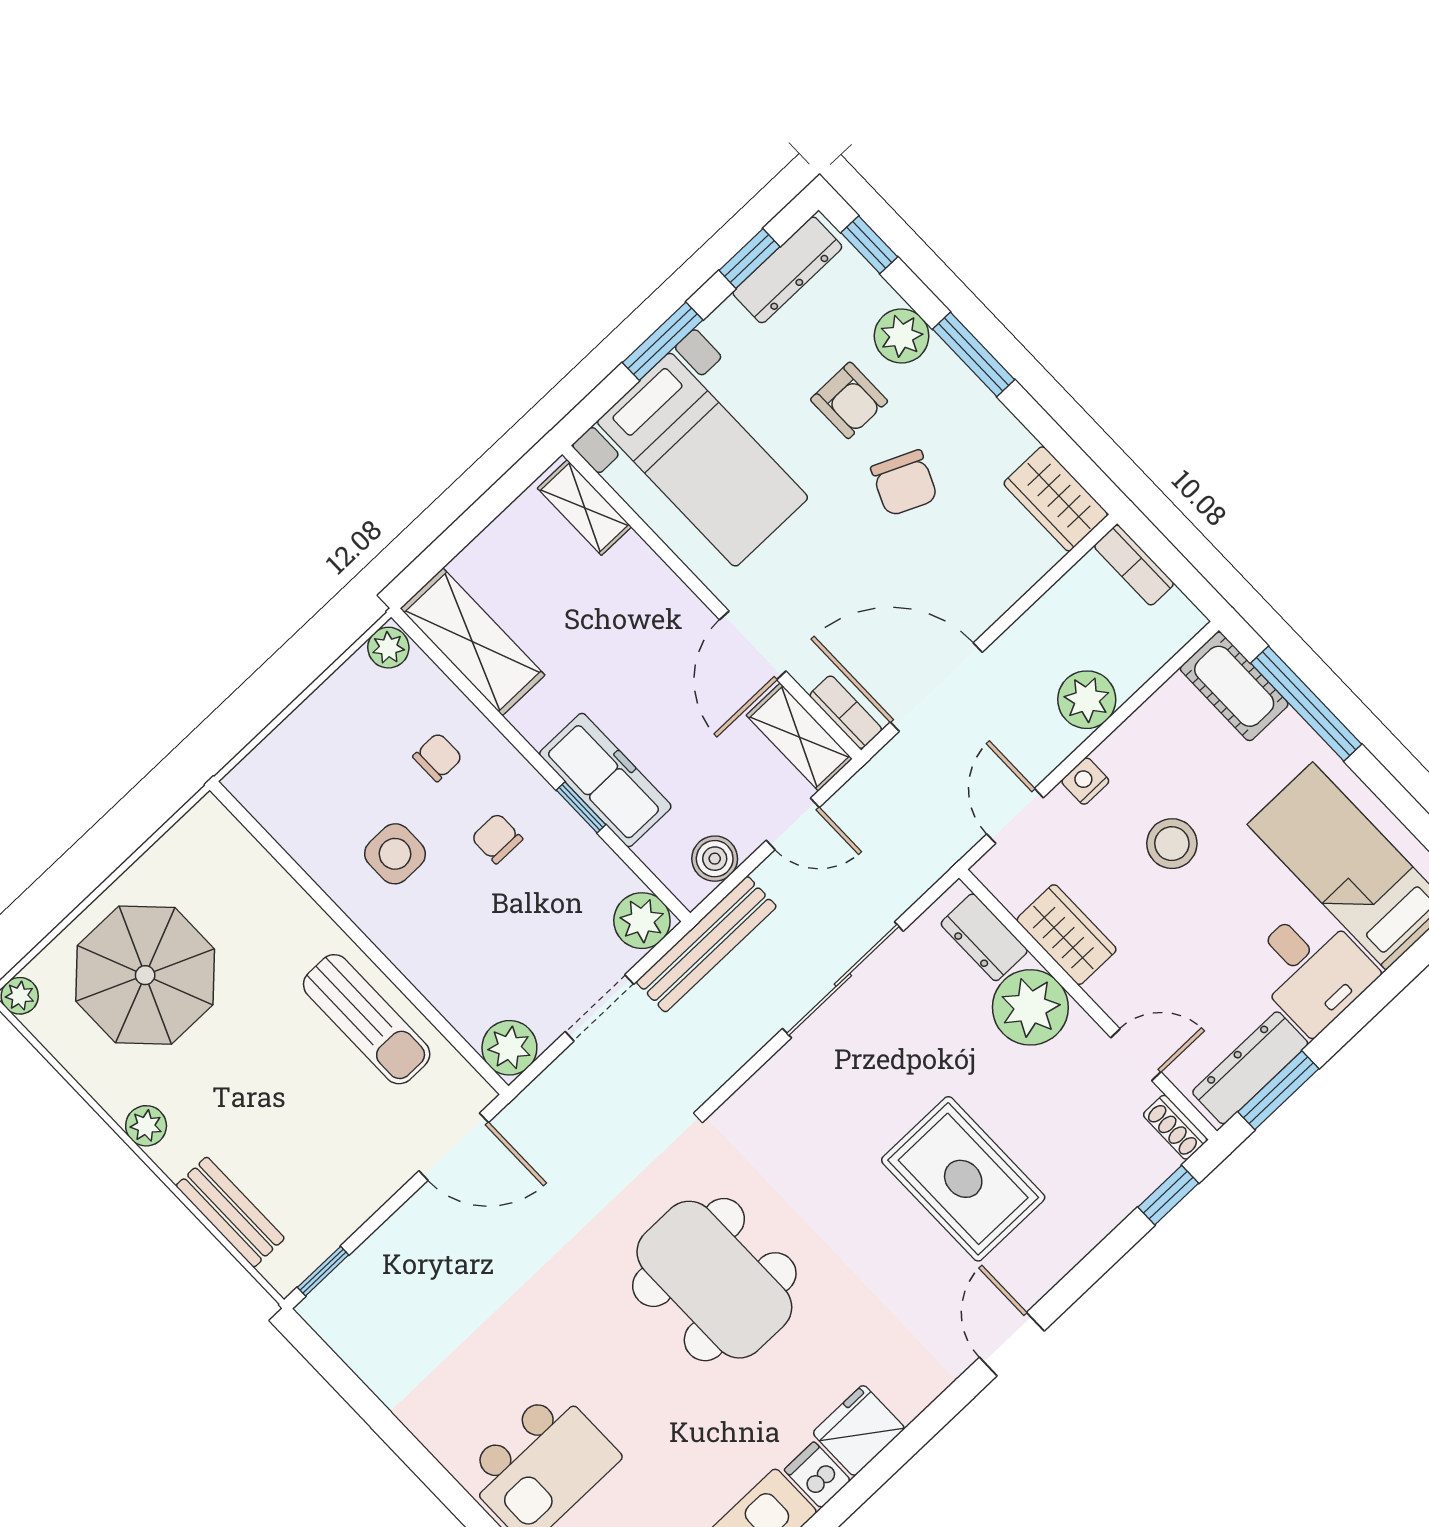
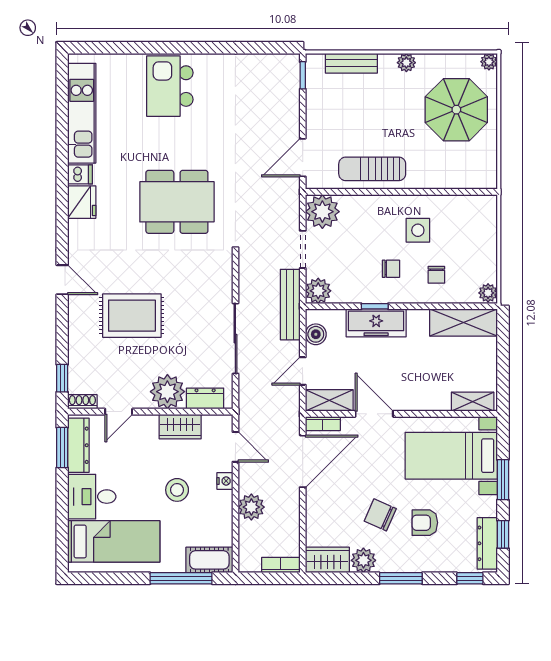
plant: (902, 336) -> (363, 560), moved
plant: (509, 1048) -> (322, 212), width x1.36, depth x1.36

